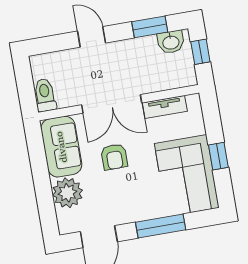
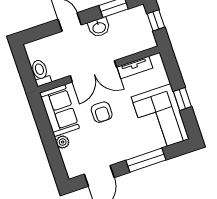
washbasin: (171, 42) -> (99, 27), moved
plant: (67, 193) -> (63, 142), width x0.53, depth x0.53

